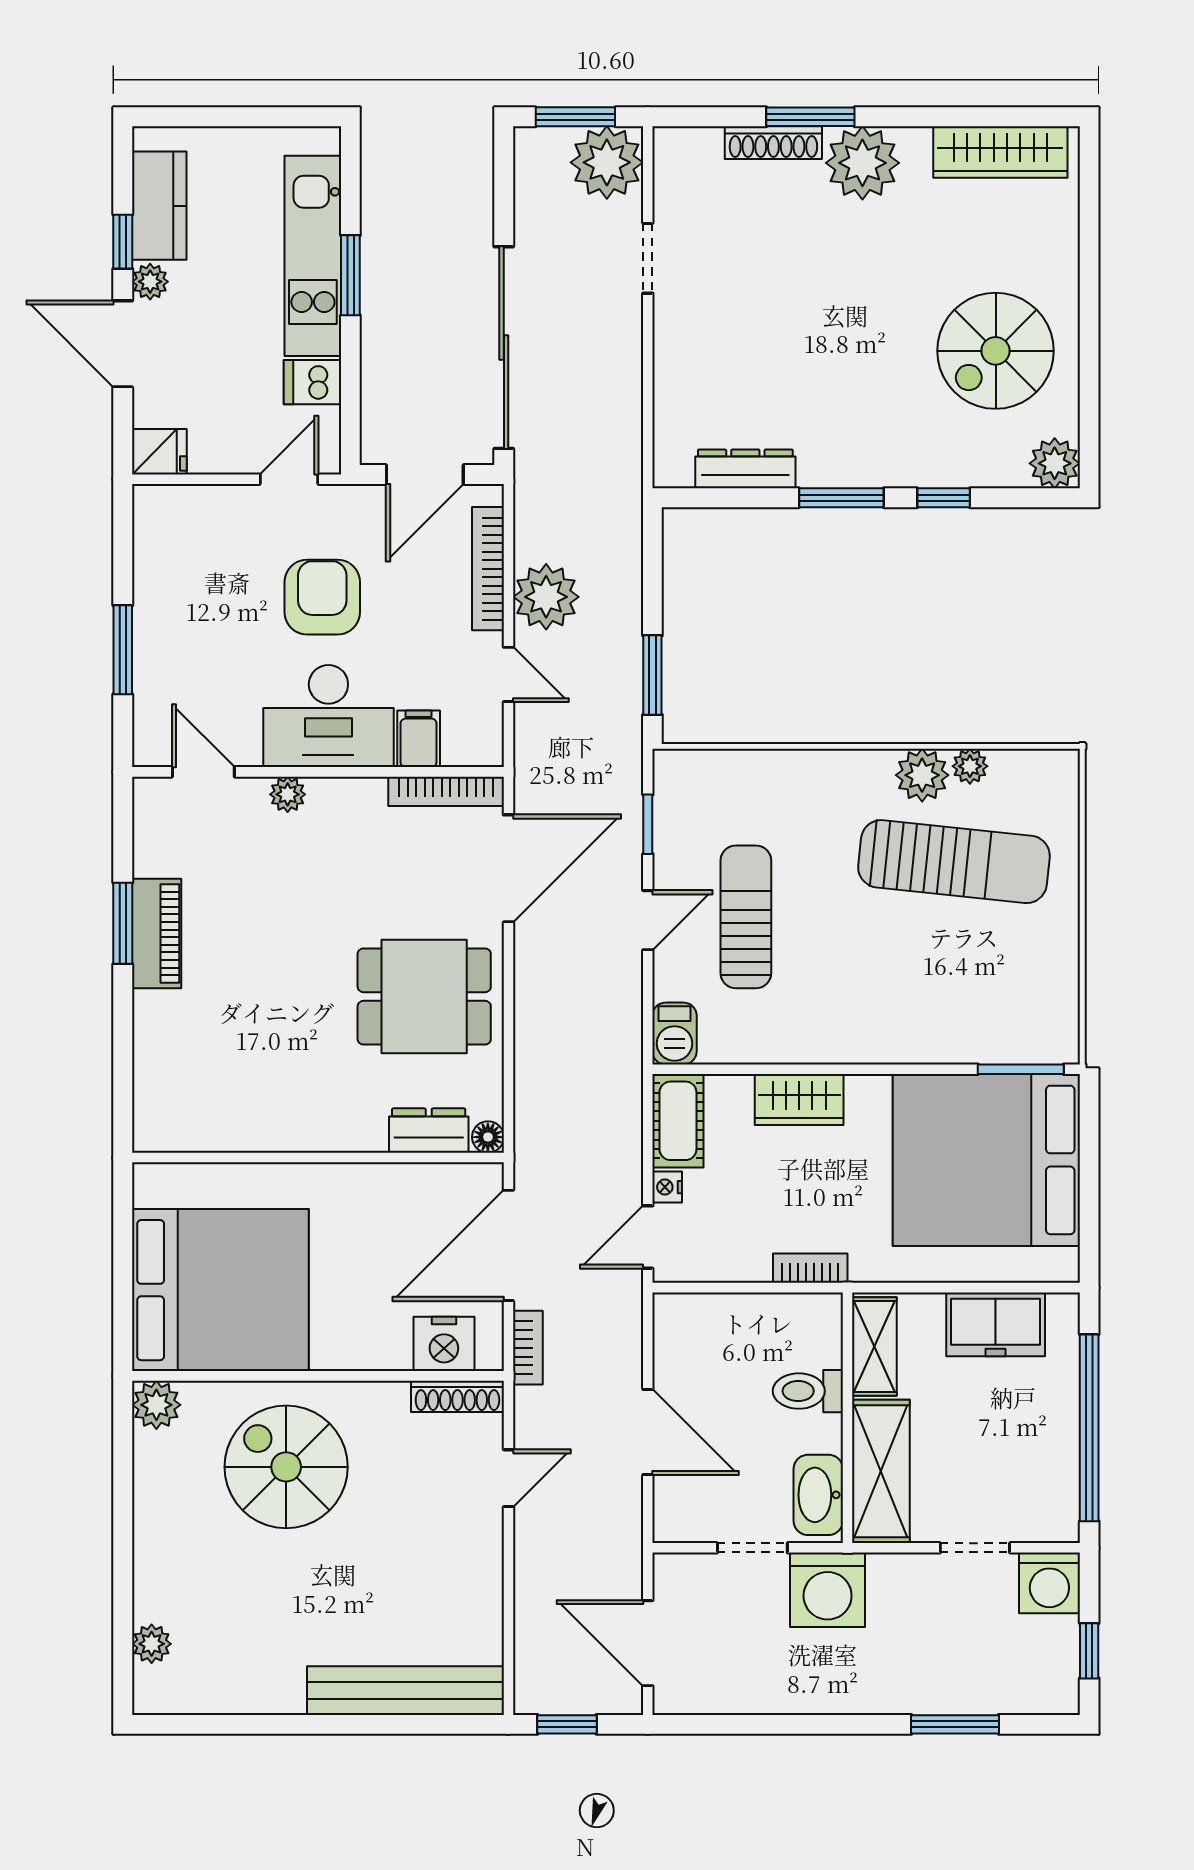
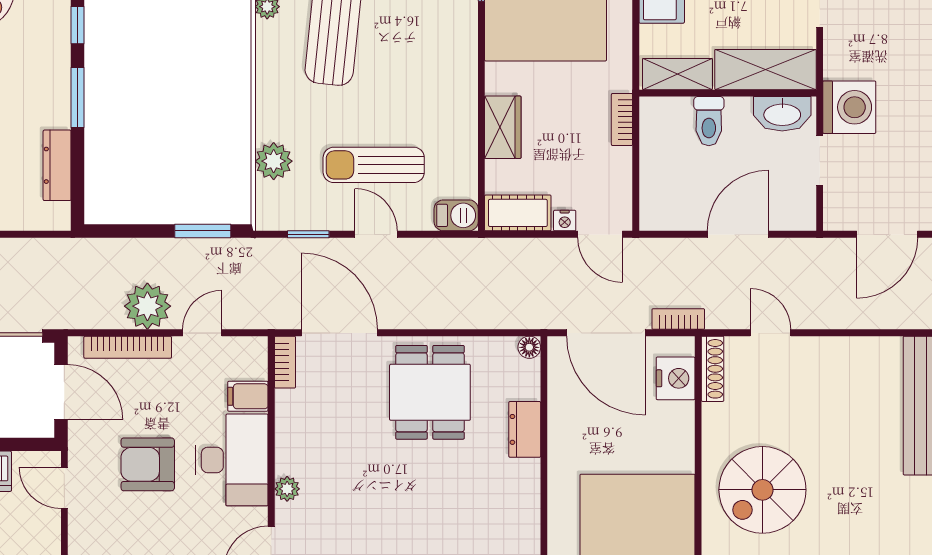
plant: (922, 775) -> (274, 161), moved
bookcase: (446, 791) -> (285, 362), width x0.64
dresser: (429, 1131) -> (525, 429), moved

